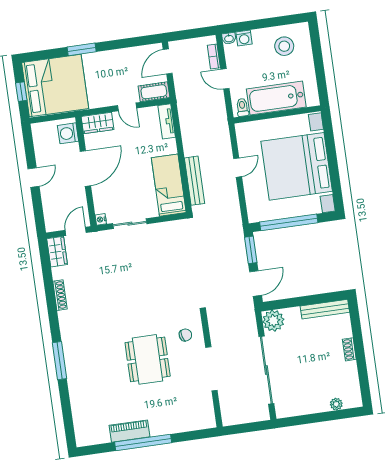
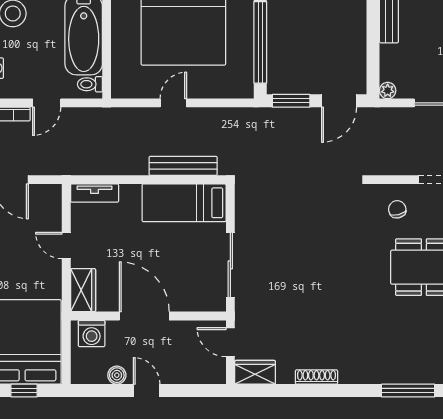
cot: (154, 92) -> (51, 205), removed
door: (127, 107) -> (66, 245), swing flipped
boiler: (41, 155) -> (117, 375), added
door: (238, 168) -> (173, 103), hinge flipped
nightstand: (101, 219) -> (219, 305), removed
sliding door: (130, 224) -> (230, 265), width x1.37
door: (256, 283) -> (339, 101), swing flipped
plant: (273, 321) -> (388, 91), width x0.53, depth x0.53

